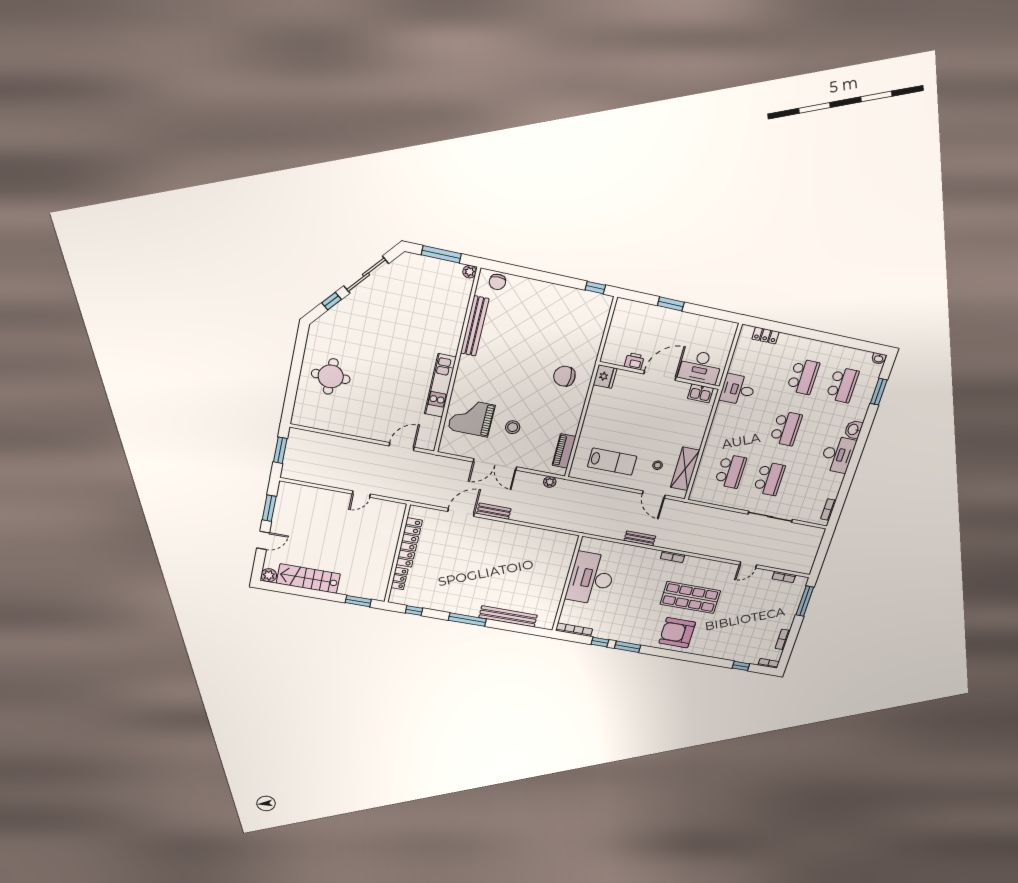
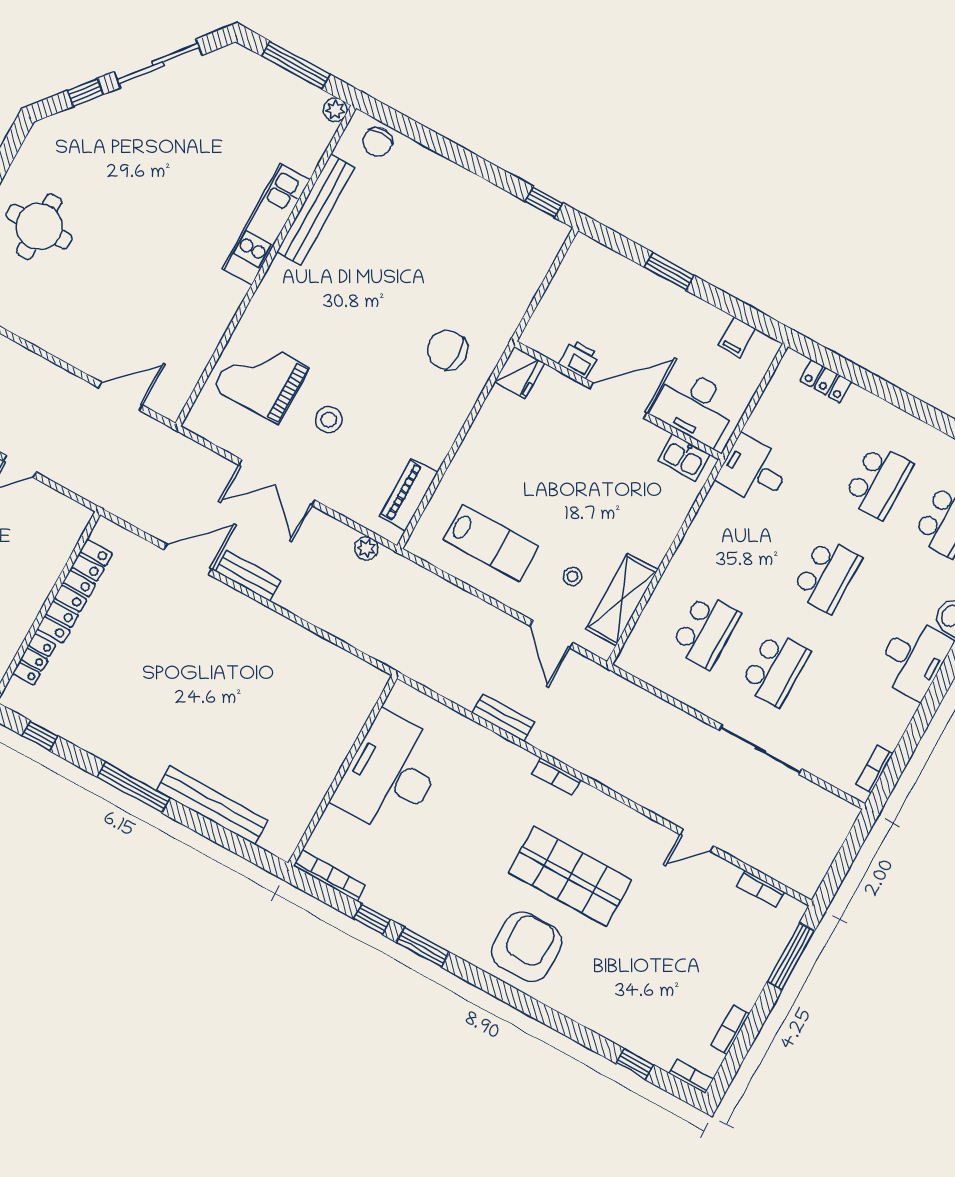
filing cabinet: (714, 327) -> (737, 337), added
kitchen unit: (440, 385) -> (266, 224), moved
armchair: (677, 633) -> (527, 947), turned 90

